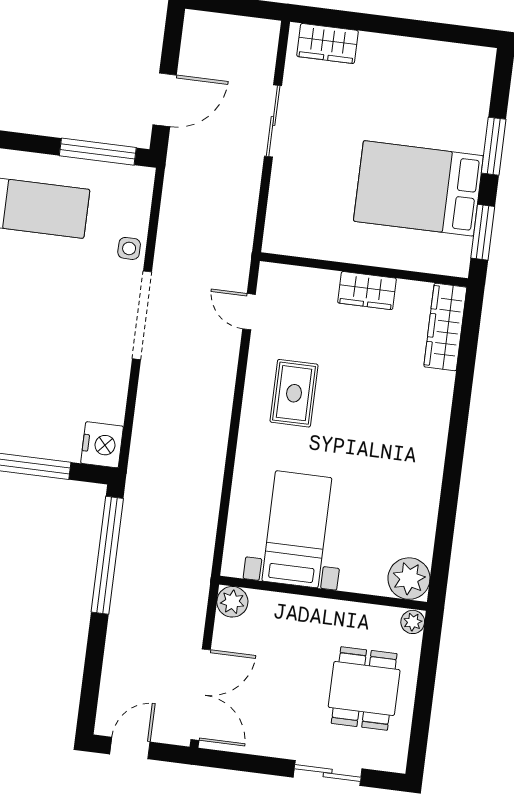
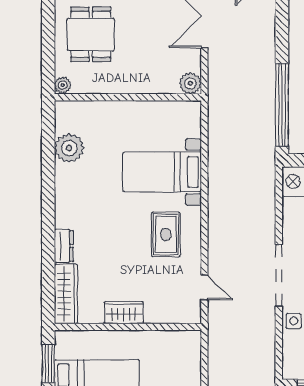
dresser: (440, 395) -> (64, 246), added
bed with nightstands: (297, 529) -> (162, 172), moved, turned 90
plant: (409, 579) -> (69, 148), moved

